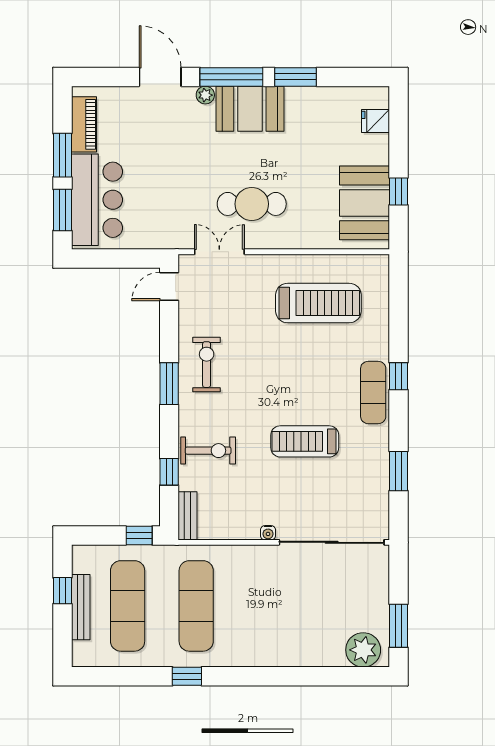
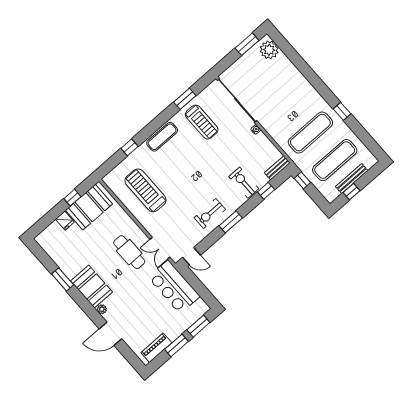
door: (160, 77) -> (111, 334), hinge flipped
window: (231, 77) -> (85, 305), removed
fridge: (375, 121) -> (65, 221), moved
bar counter: (97, 200) -> (174, 287), moved, turned -90
window: (398, 376) -> (130, 147), moved
treadmill: (305, 441) -> (202, 122), moved

